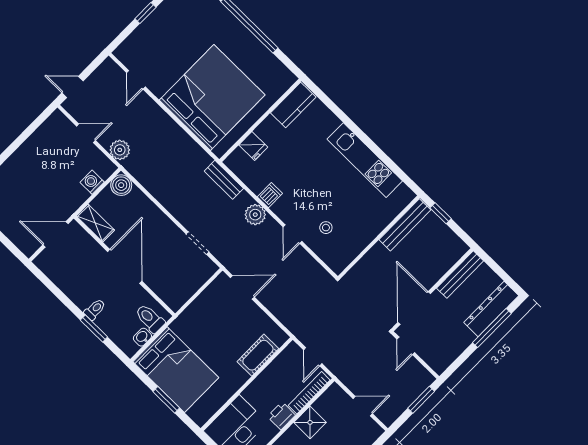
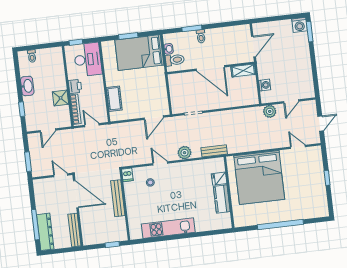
door: (72, 87) -> (321, 123), moved
kitchen counter: (293, 105) -> (222, 199), moved
boiler: (121, 185) -> (252, 98), removed
dishwasher: (270, 195) -> (127, 175), moved
bench: (405, 225) -> (118, 198), moved

